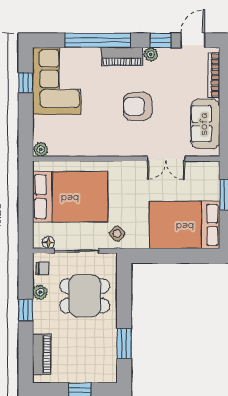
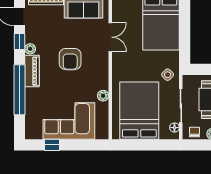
corner sofa: (57, 81) -> (69, 121), moved
plant: (41, 149) -> (103, 96), moved

